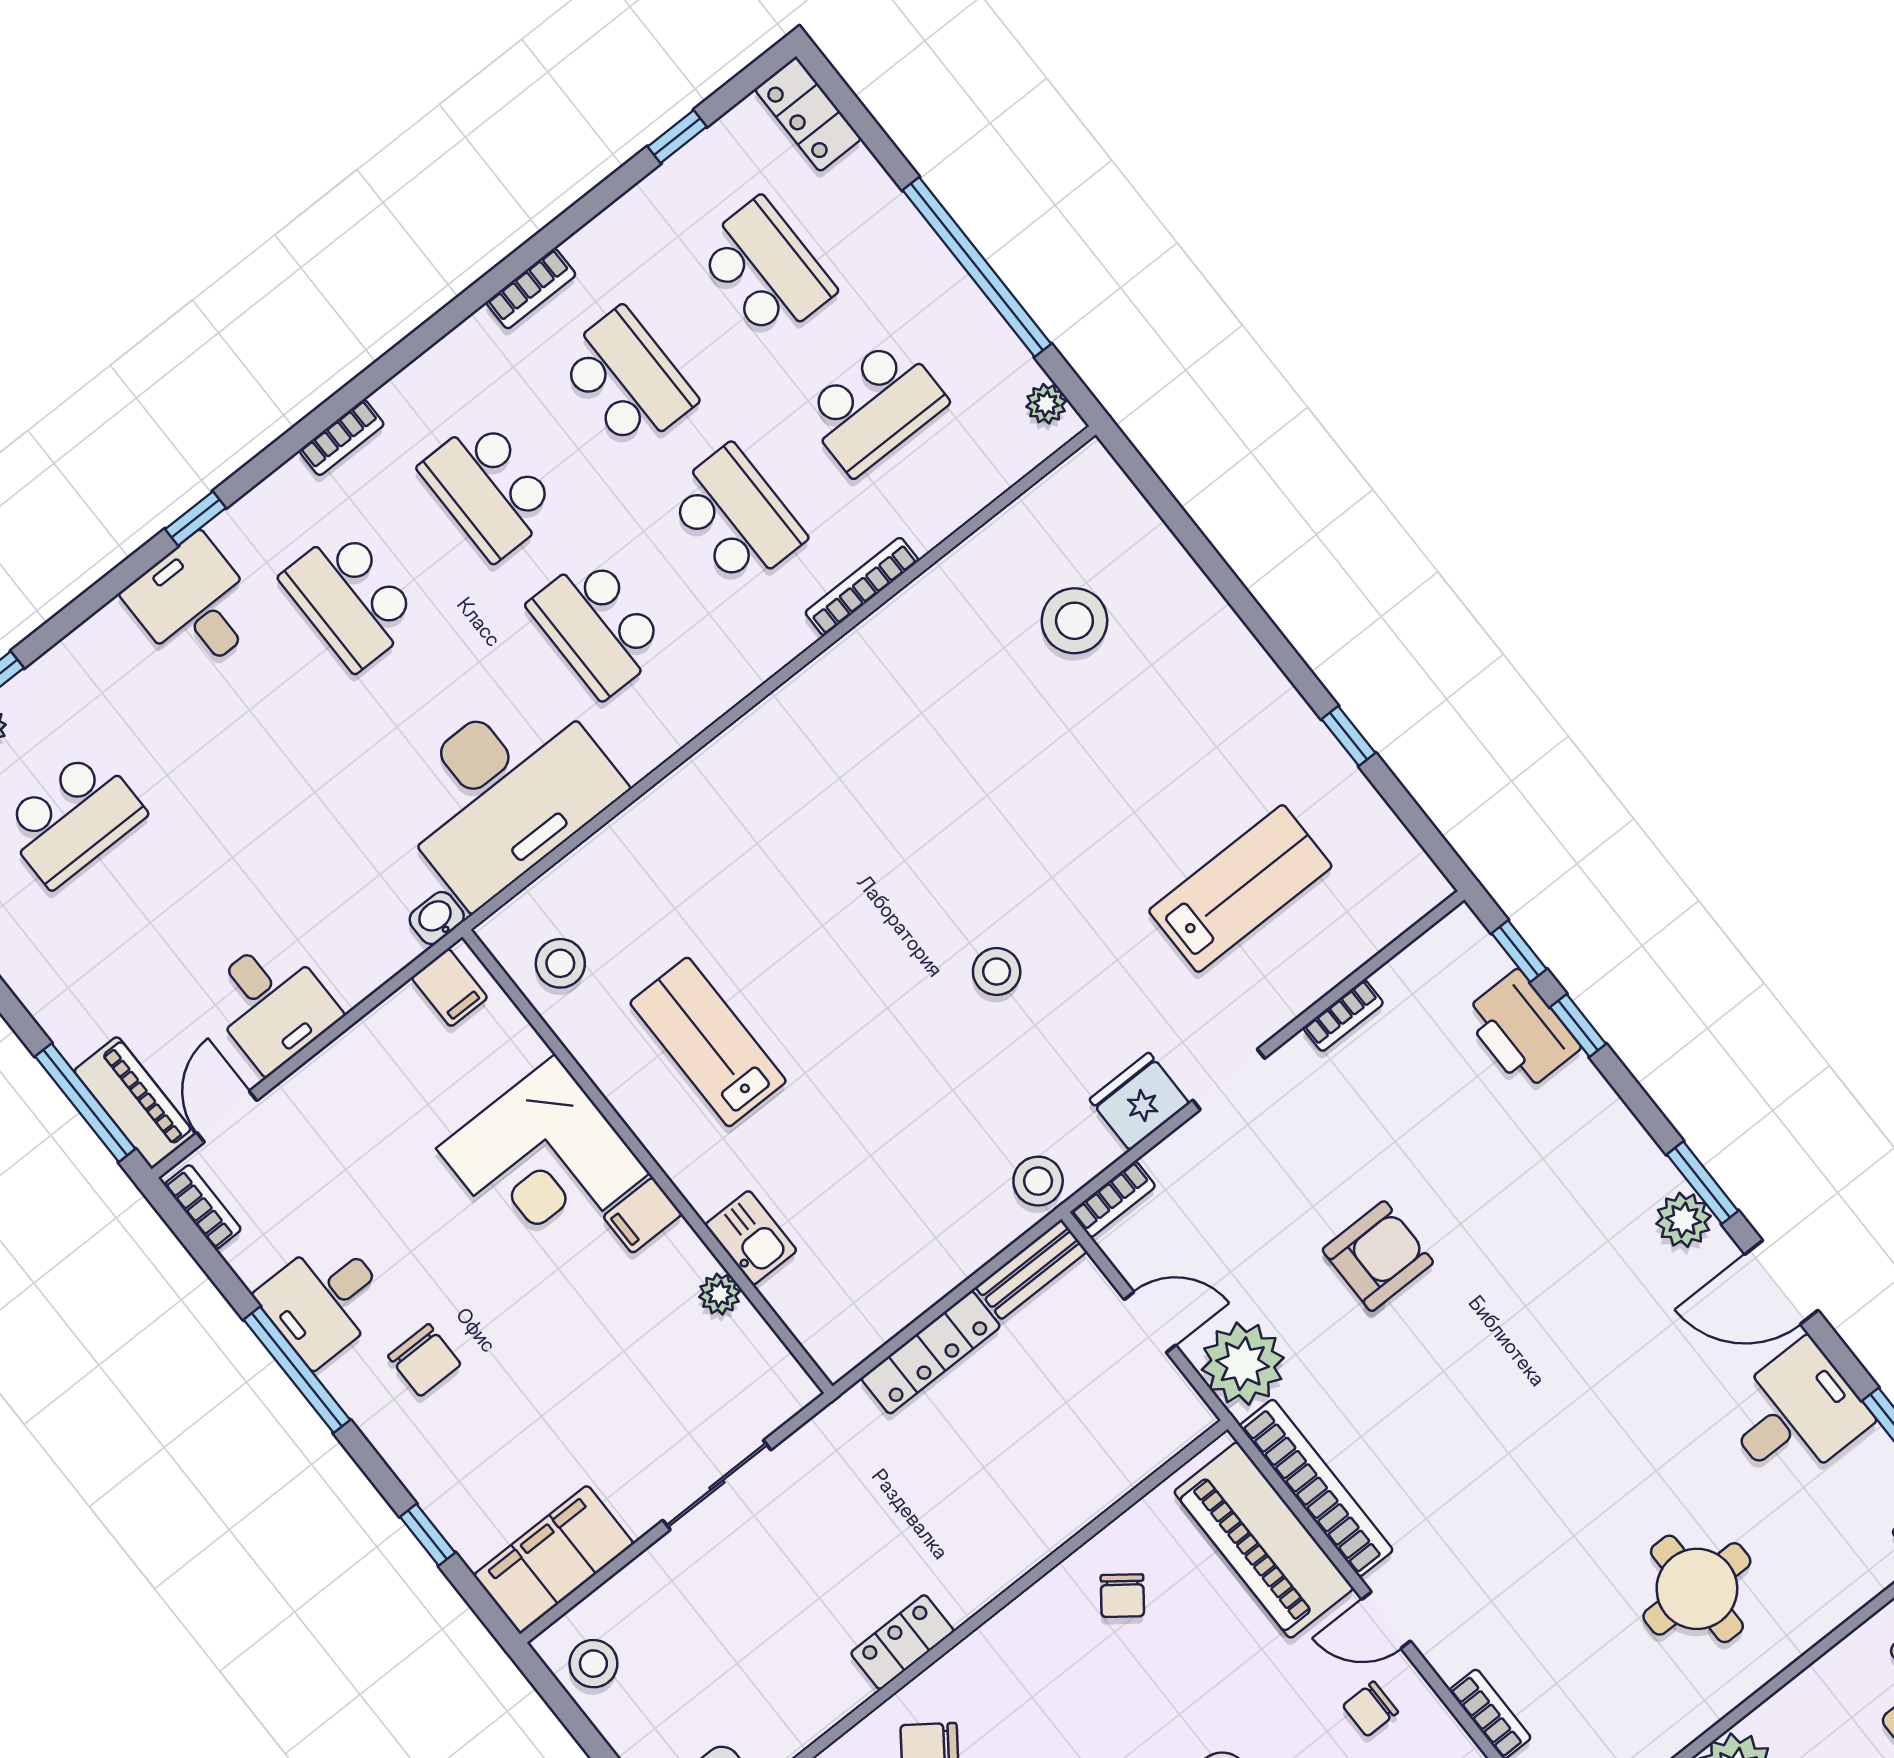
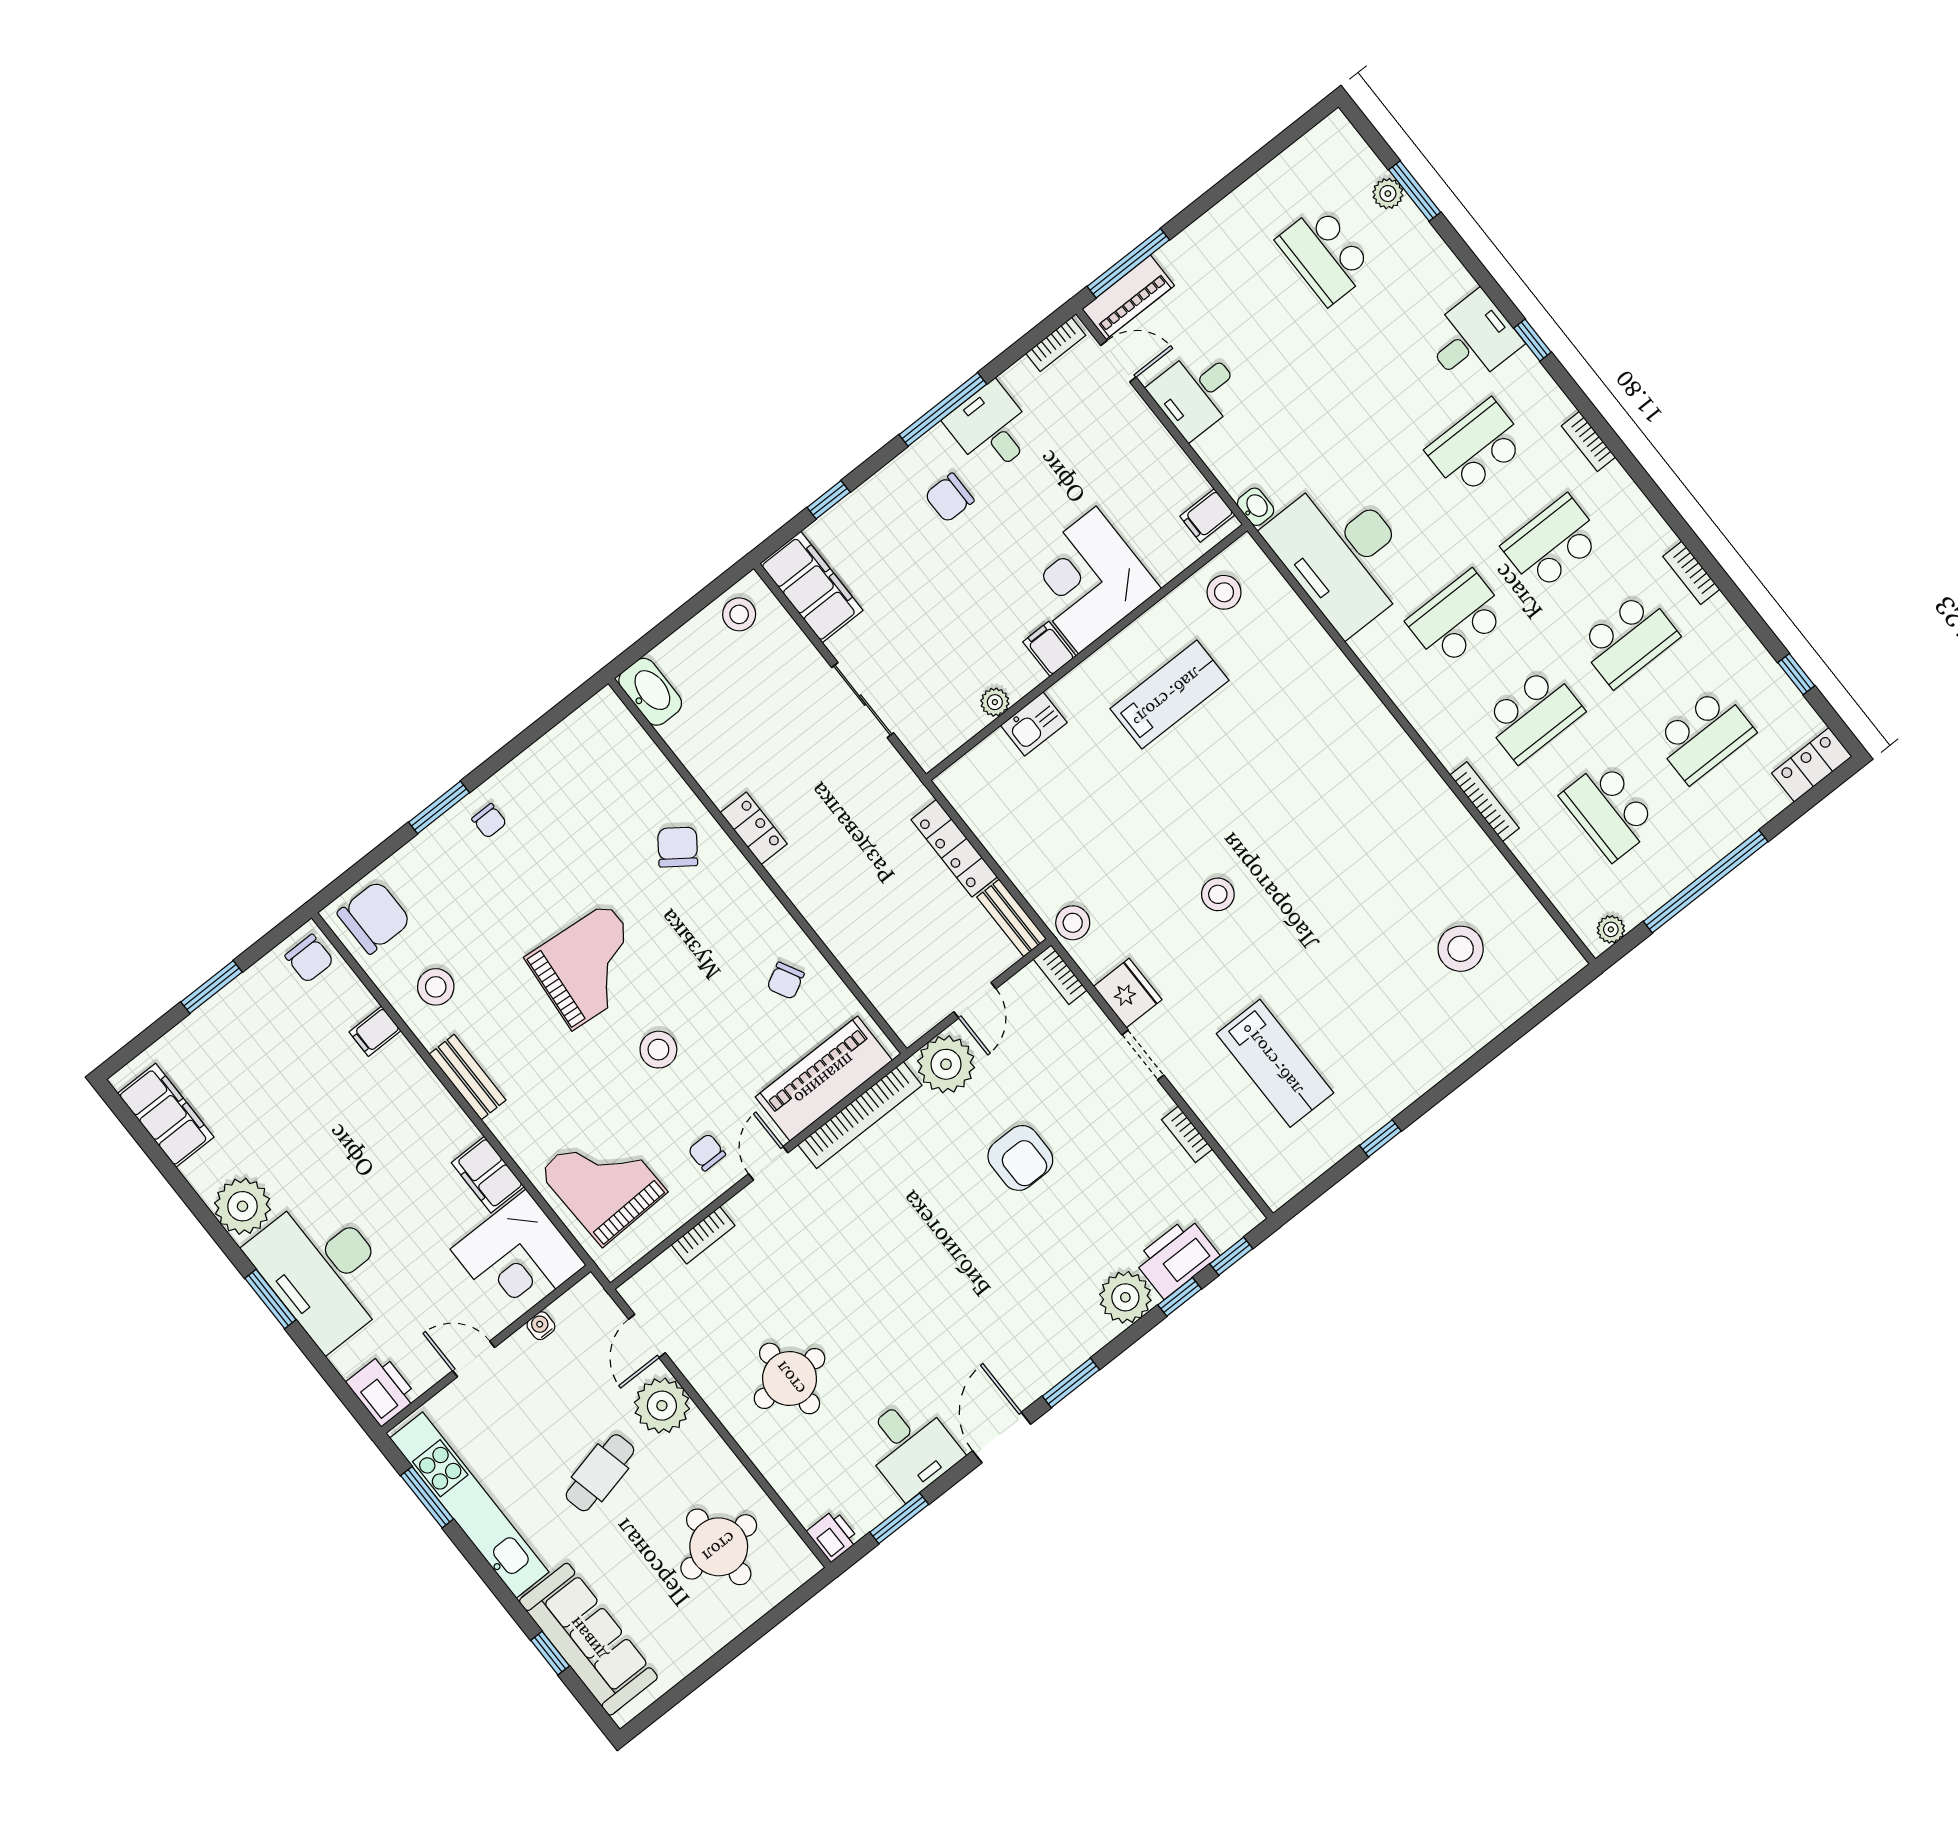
plant: (1683, 1220) -> (1125, 1297), moved, width x1.36, depth x1.36
chair: (1122, 1596) -> (786, 981), turned -65

